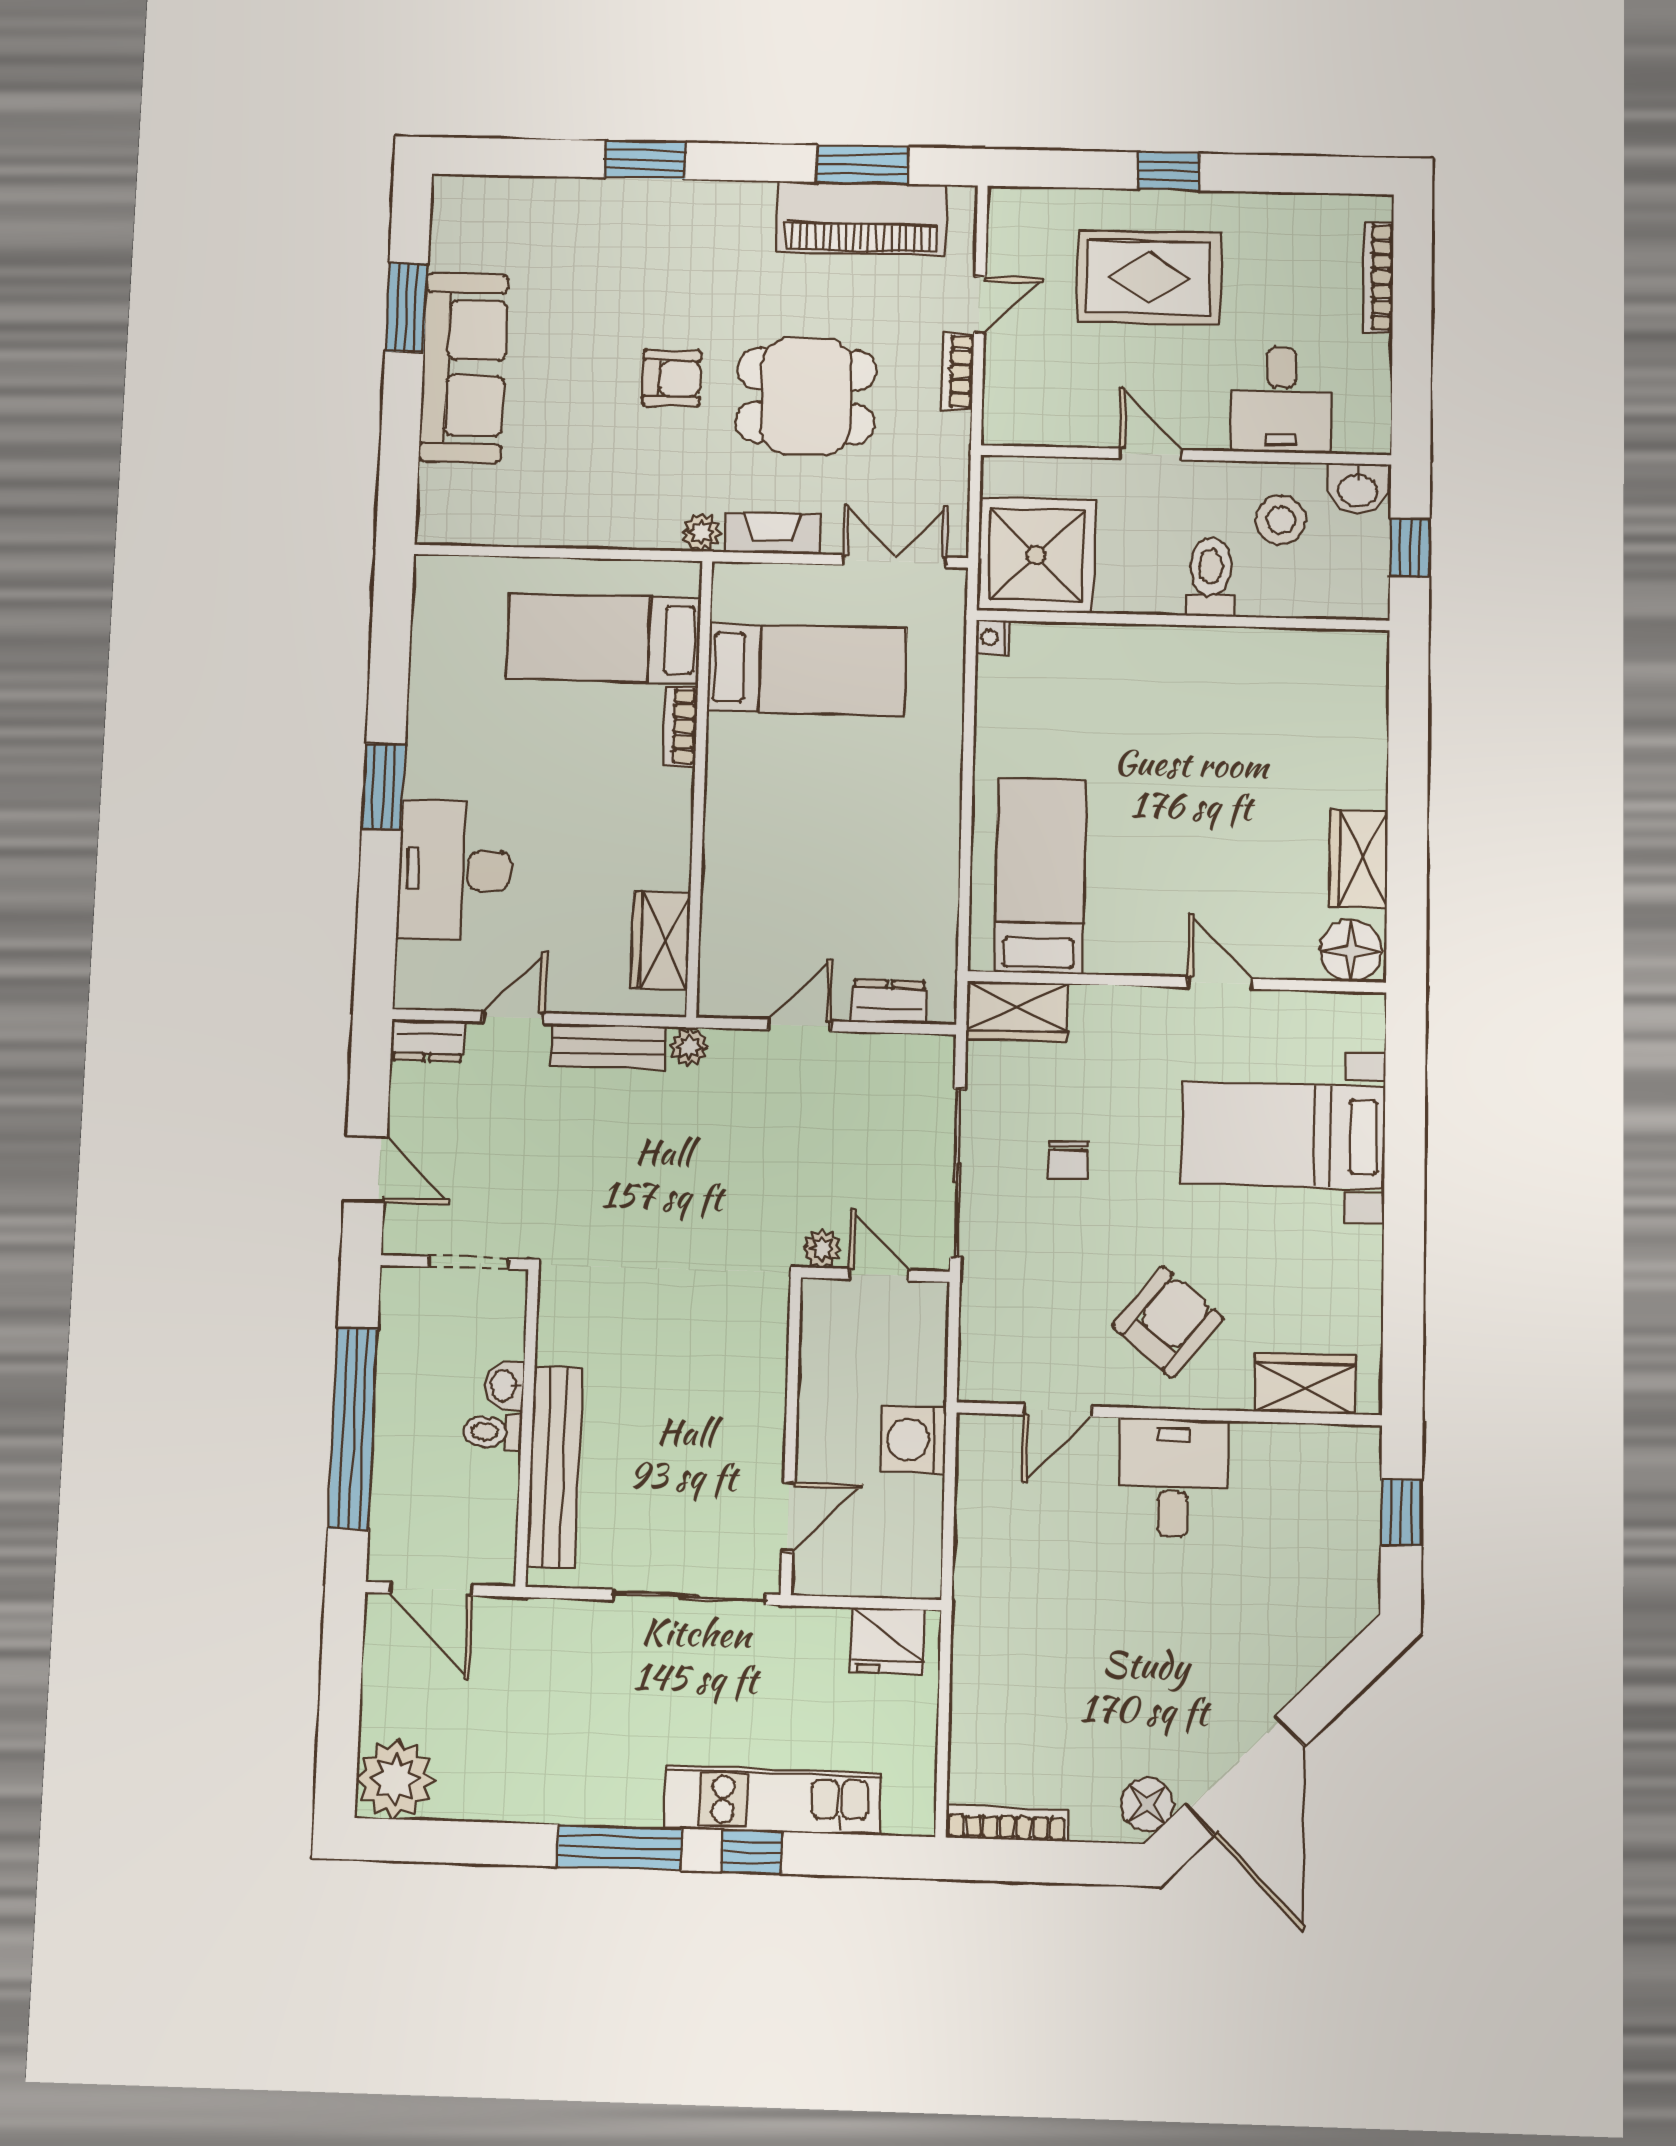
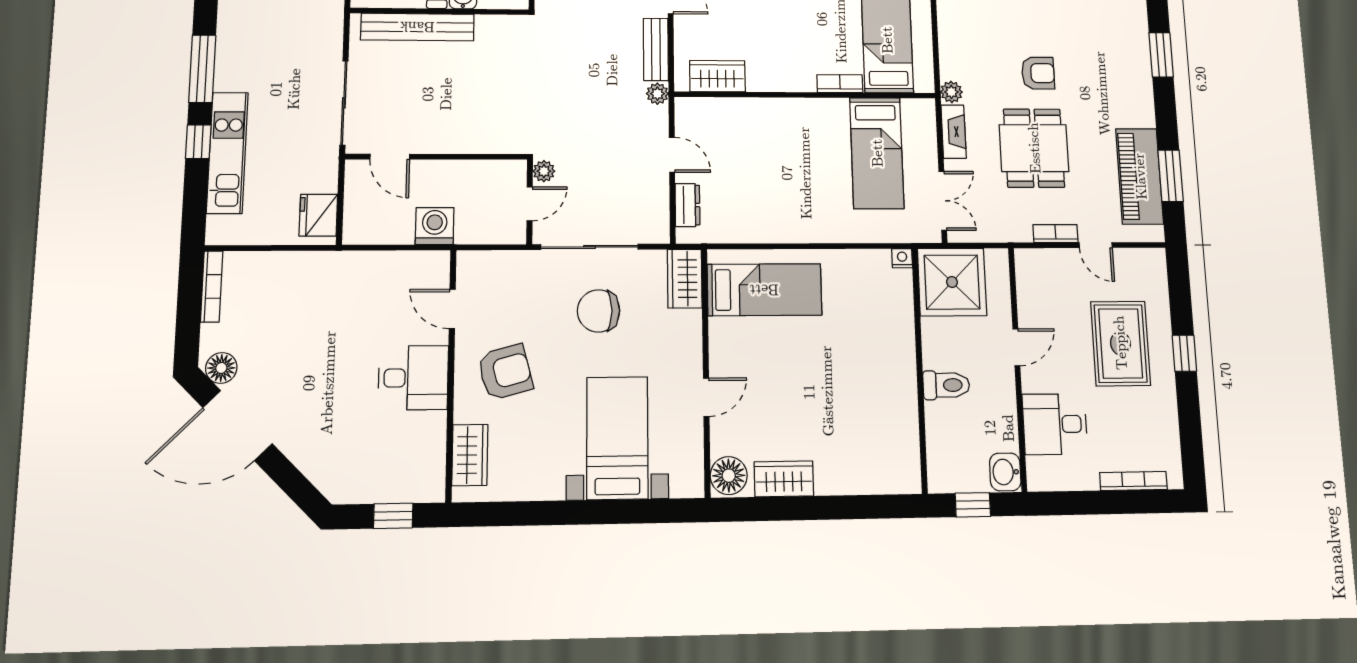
armchair: (672, 378) -> (1038, 73), turned -90
stool: (1281, 520) -> (983, 426), removed
chair: (1068, 1161) -> (599, 311), width x1.87, depth x1.87
armchair: (1168, 1322) -> (505, 372), turned -54

